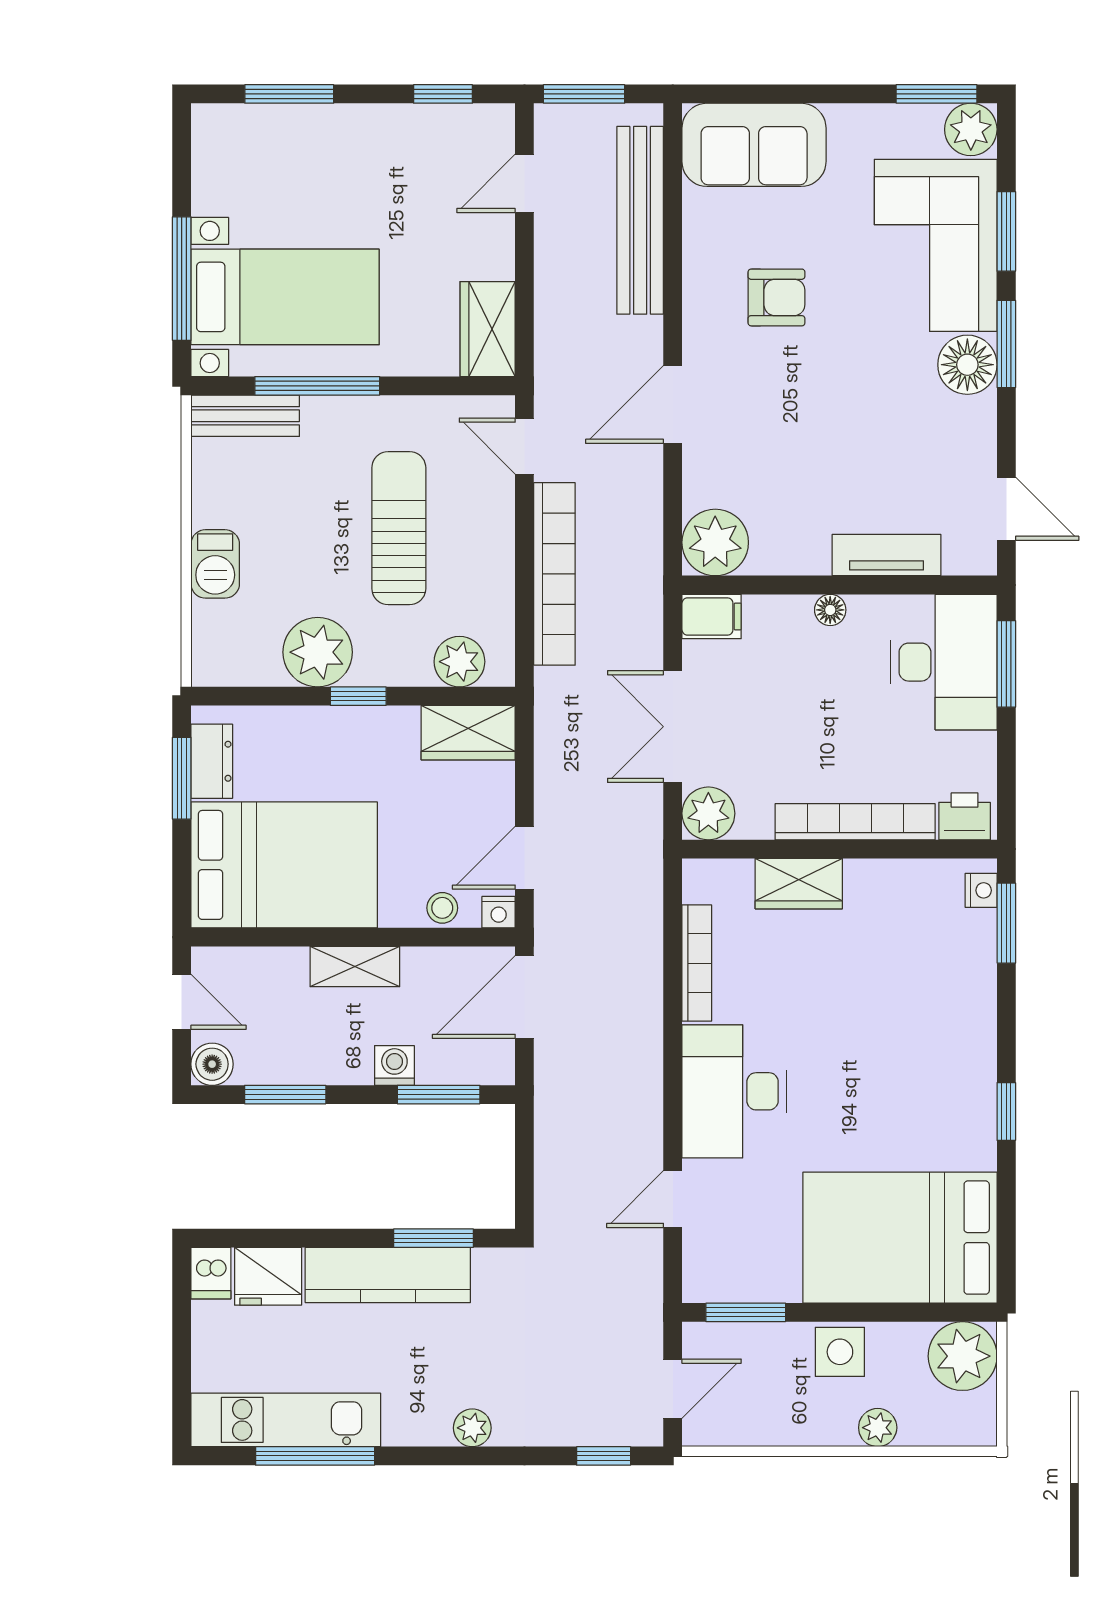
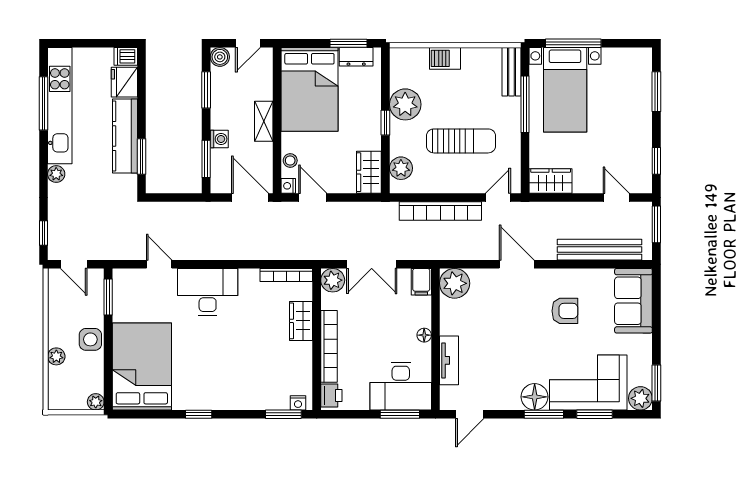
armchair: (776, 297) -> (565, 311), turned -90
double door: (673, 727) -> (372, 264), swing flipped
bookcase: (697, 963) -> (286, 275), moved
plant: (963, 1356) -> (96, 402), width x0.53, depth x0.53
kitchen unit: (286, 1420) -> (60, 106), width x1.36

